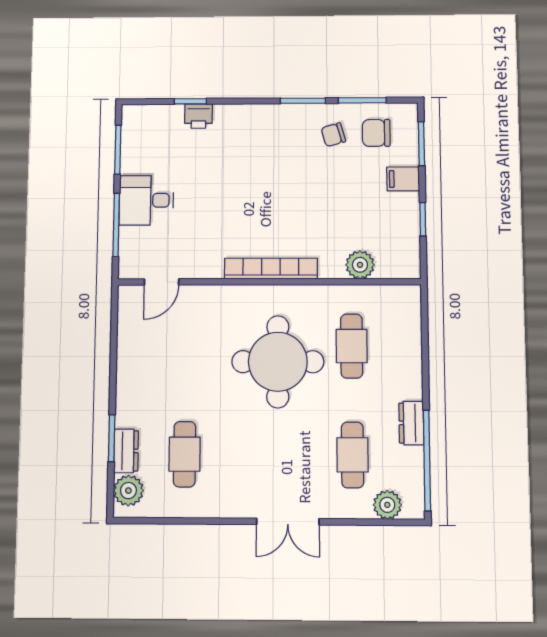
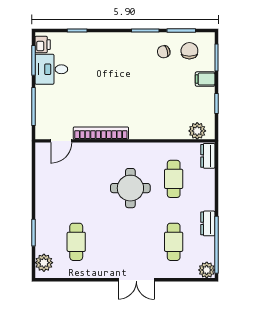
printer: (199, 116) -> (43, 45), moved, turned -90
chair: (376, 133) -> (189, 51), turned 90
desk: (146, 200) -> (51, 69), moved
plant: (360, 265) -> (197, 131), moved
bookcase: (271, 269) -> (101, 133), moved
round table: (278, 362) -> (130, 188), width x0.73, depth x0.73
dresser: (126, 451) -> (208, 156), moved, turned 180
plant: (387, 505) -> (207, 270), moved

